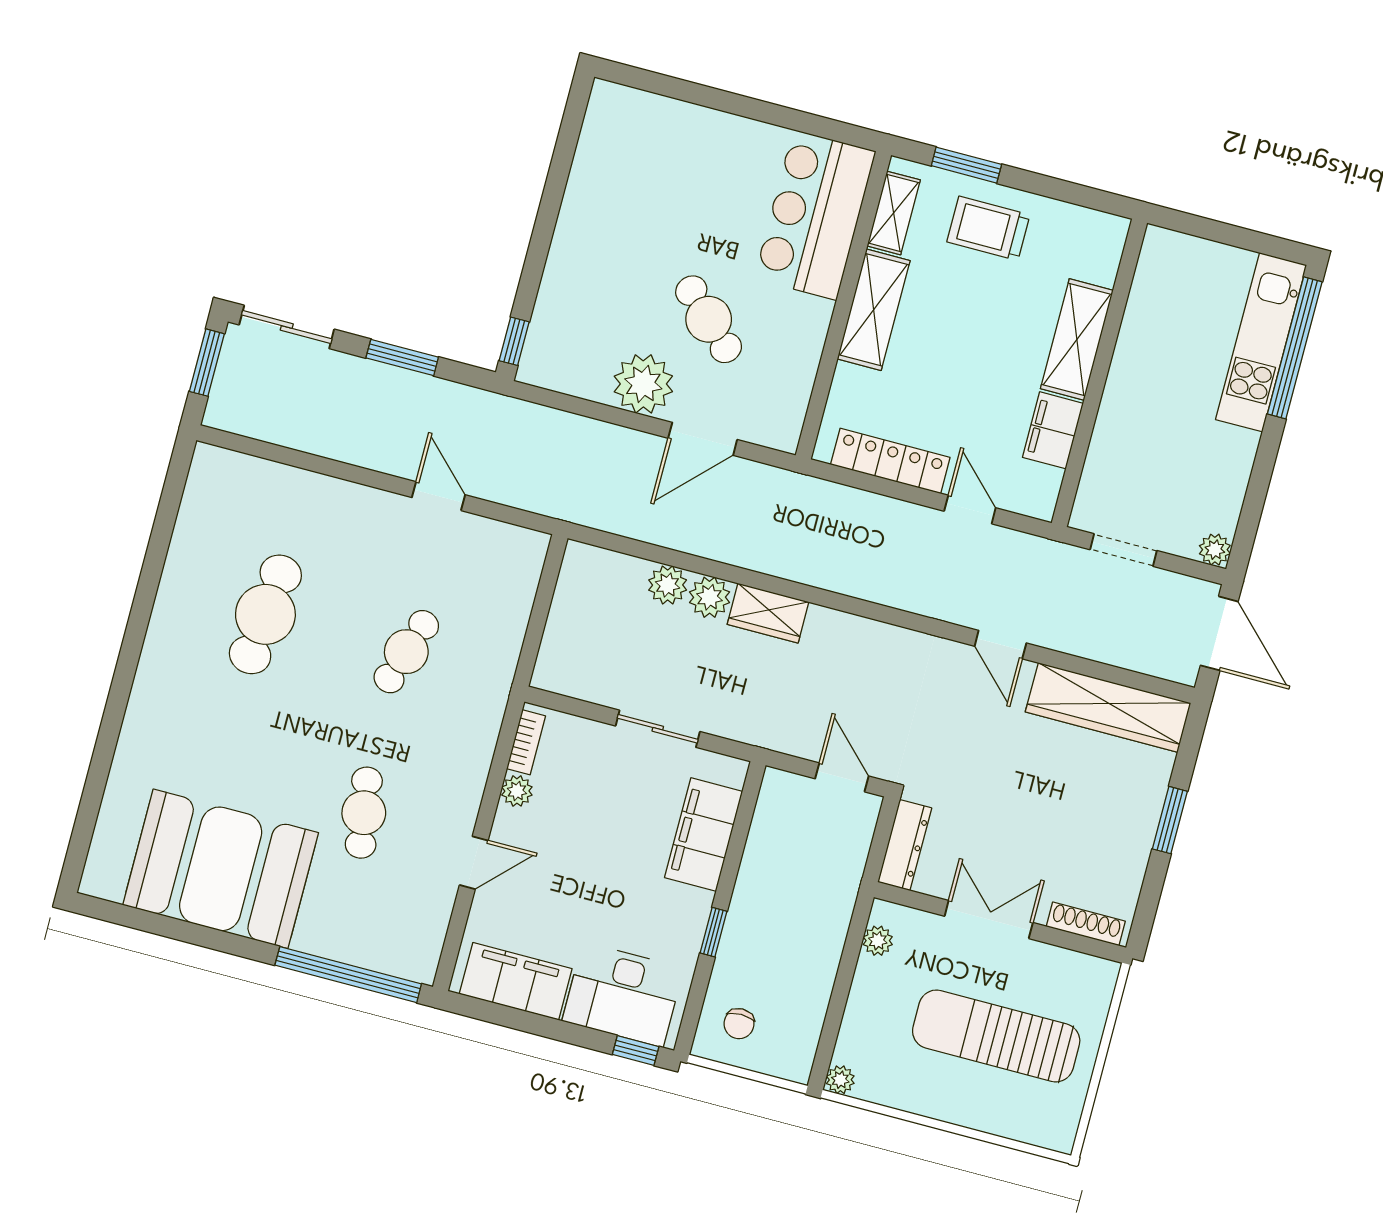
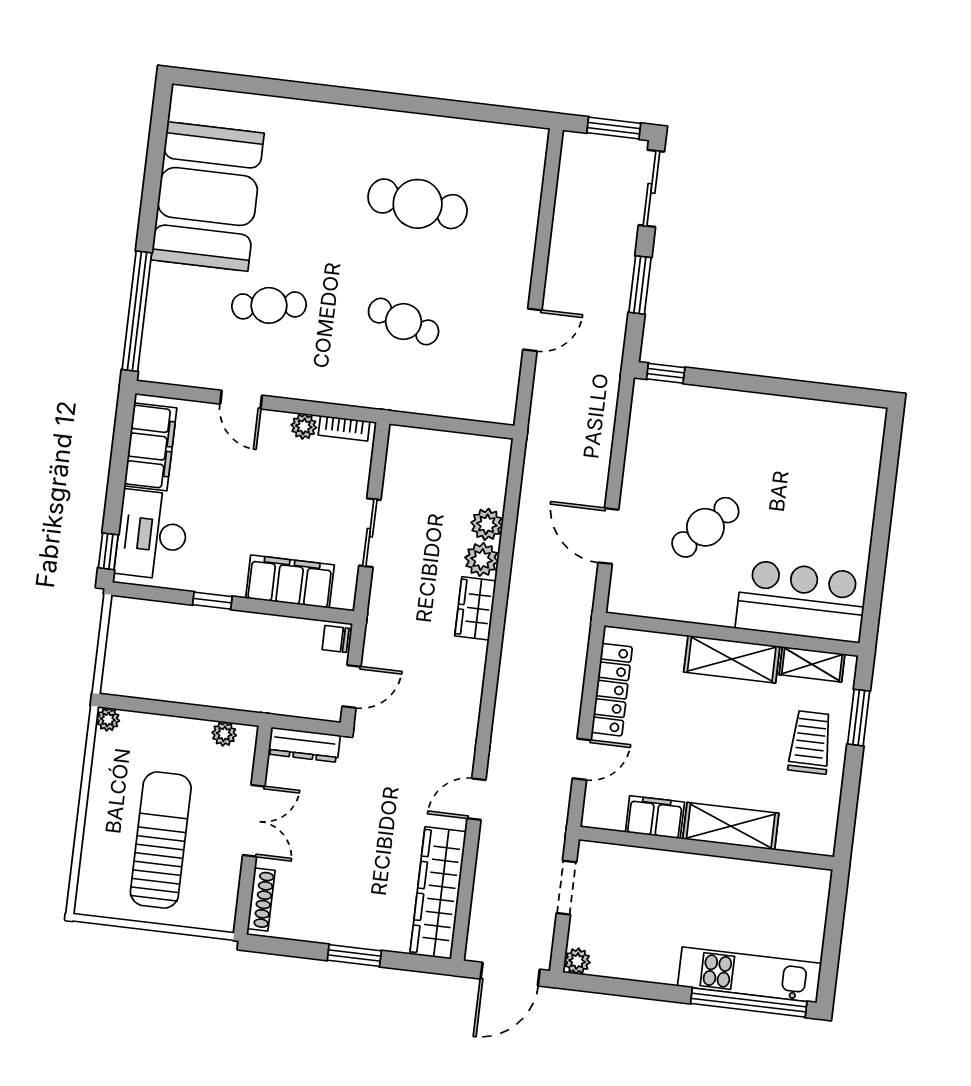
plant: (643, 384) -> (646, 482), removed
chair: (739, 1024) -> (336, 639), moved

